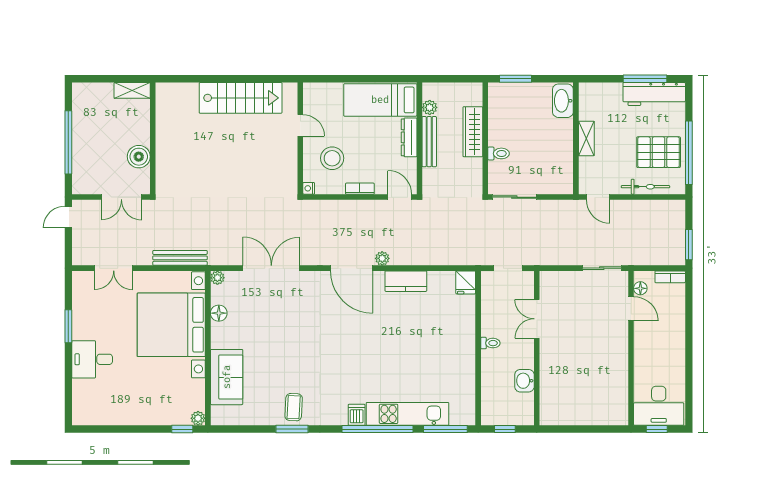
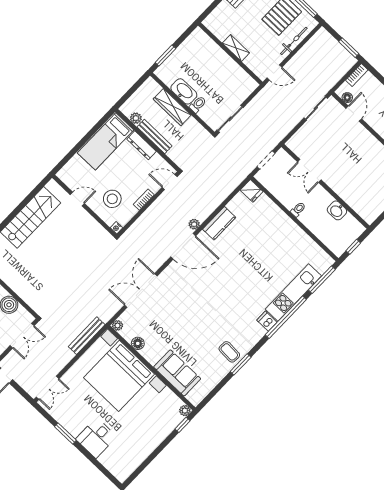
washbasin: (563, 101) -> (184, 91), moved, turned 180
double door: (114, 268) -> (48, 388), moved
door: (631, 309) -> (354, 114), hinge flipped

